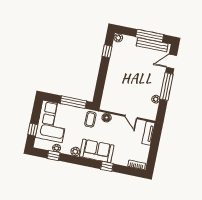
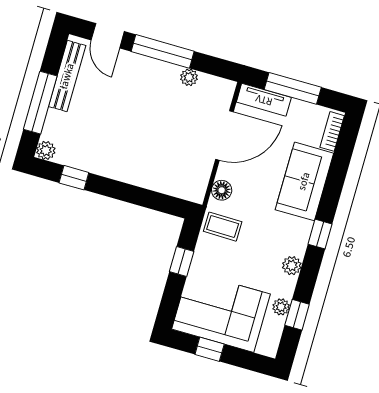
window: (150, 36) -> (40, 103), moved
window: (73, 102) -> (182, 261), width x0.46
door: (131, 117) -> (224, 135), width x1.88
window: (33, 130) -> (210, 349), moved
window: (154, 146) -> (293, 88), added
sofa: (97, 151) -> (304, 181), moved
window: (107, 166) -> (320, 234), moved

